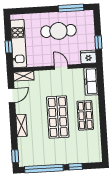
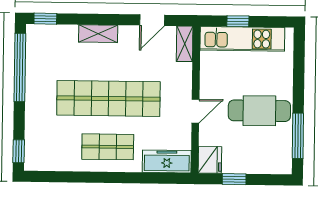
cafe table: (58, 31) -> (259, 111), turned 90
door: (12, 96) -> (152, 20), hinge flipped
shop shelf: (58, 117) -> (108, 98), width x1.40
window: (76, 167) -> (19, 151), moved

